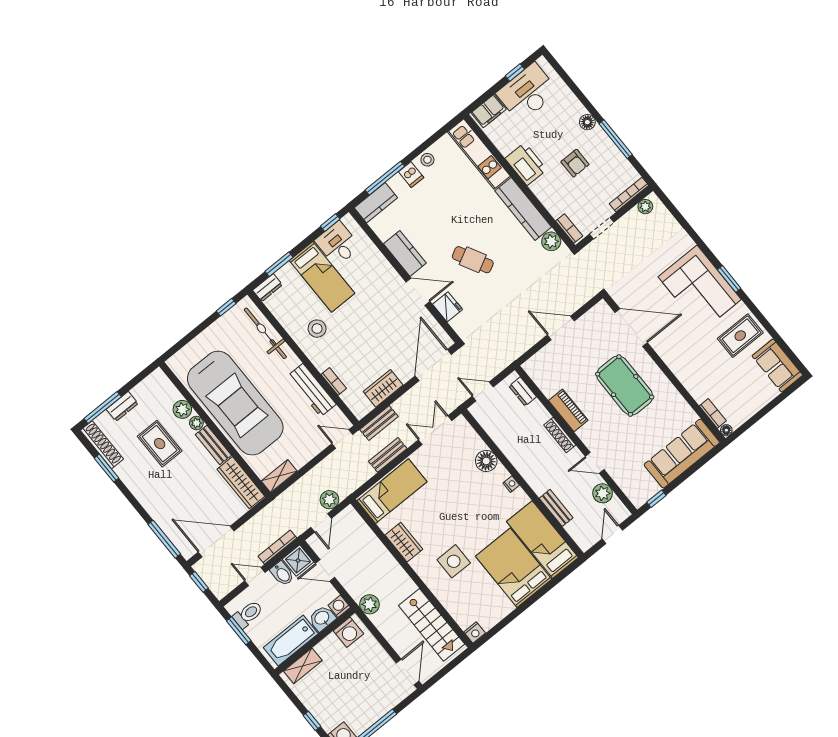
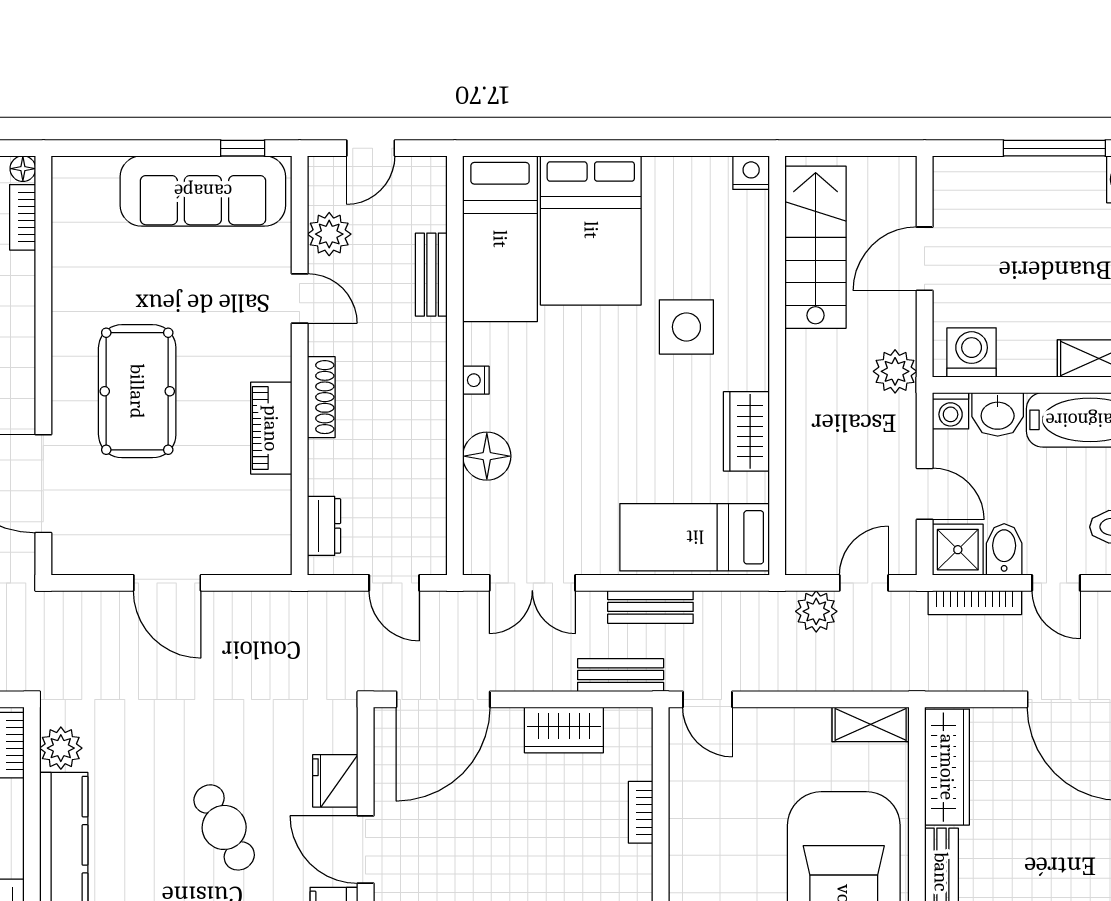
workbench: (312, 390) -> (691, 828), removed
sofa: (682, 454) -> (203, 191), moved
door: (408, 672) -> (925, 259), moved

